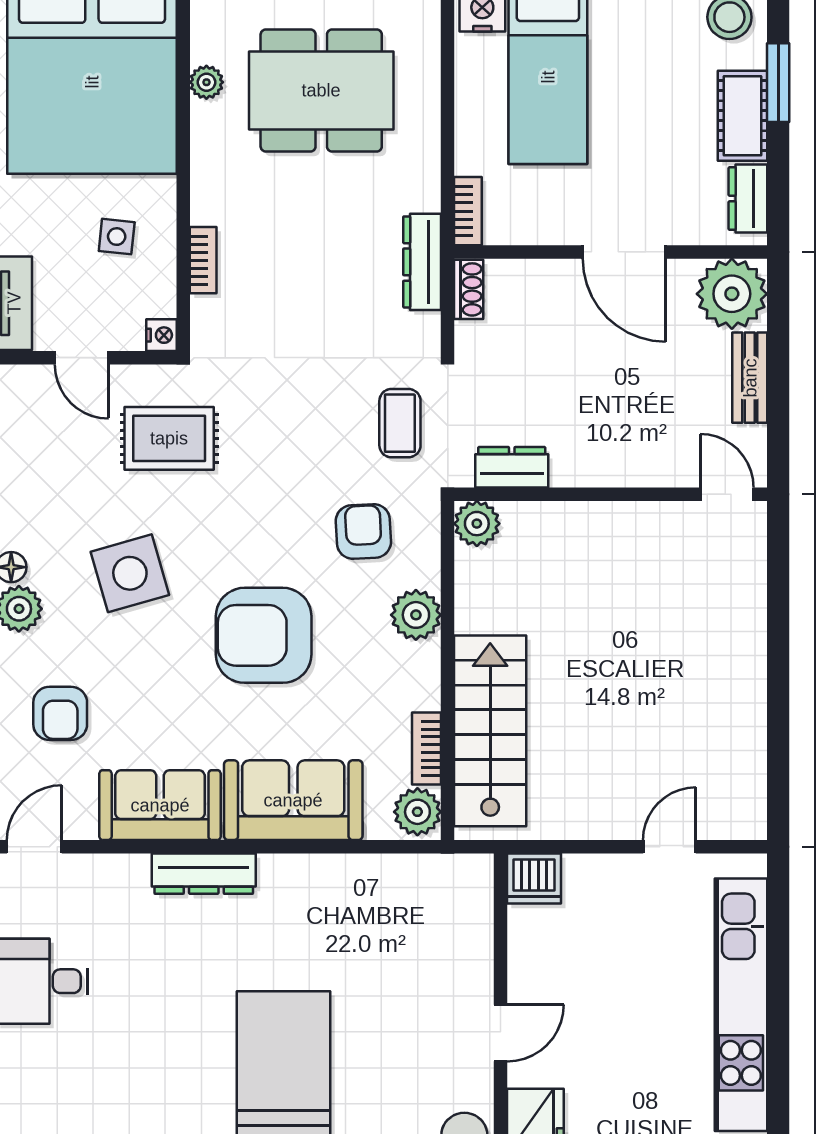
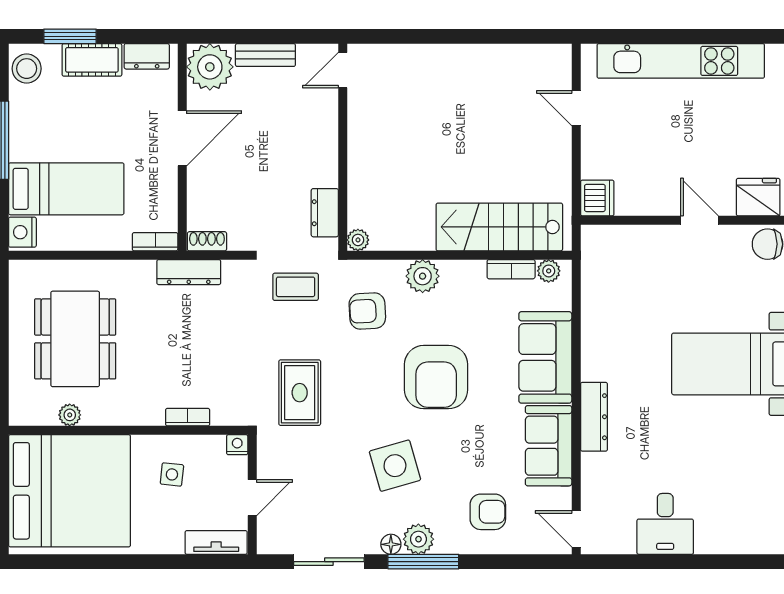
rug: (169, 438) -> (300, 393), moved
plant: (477, 524) -> (358, 240), width x0.73, depth x0.73
plant: (417, 812) -> (549, 271), width x0.73, depth x0.73

